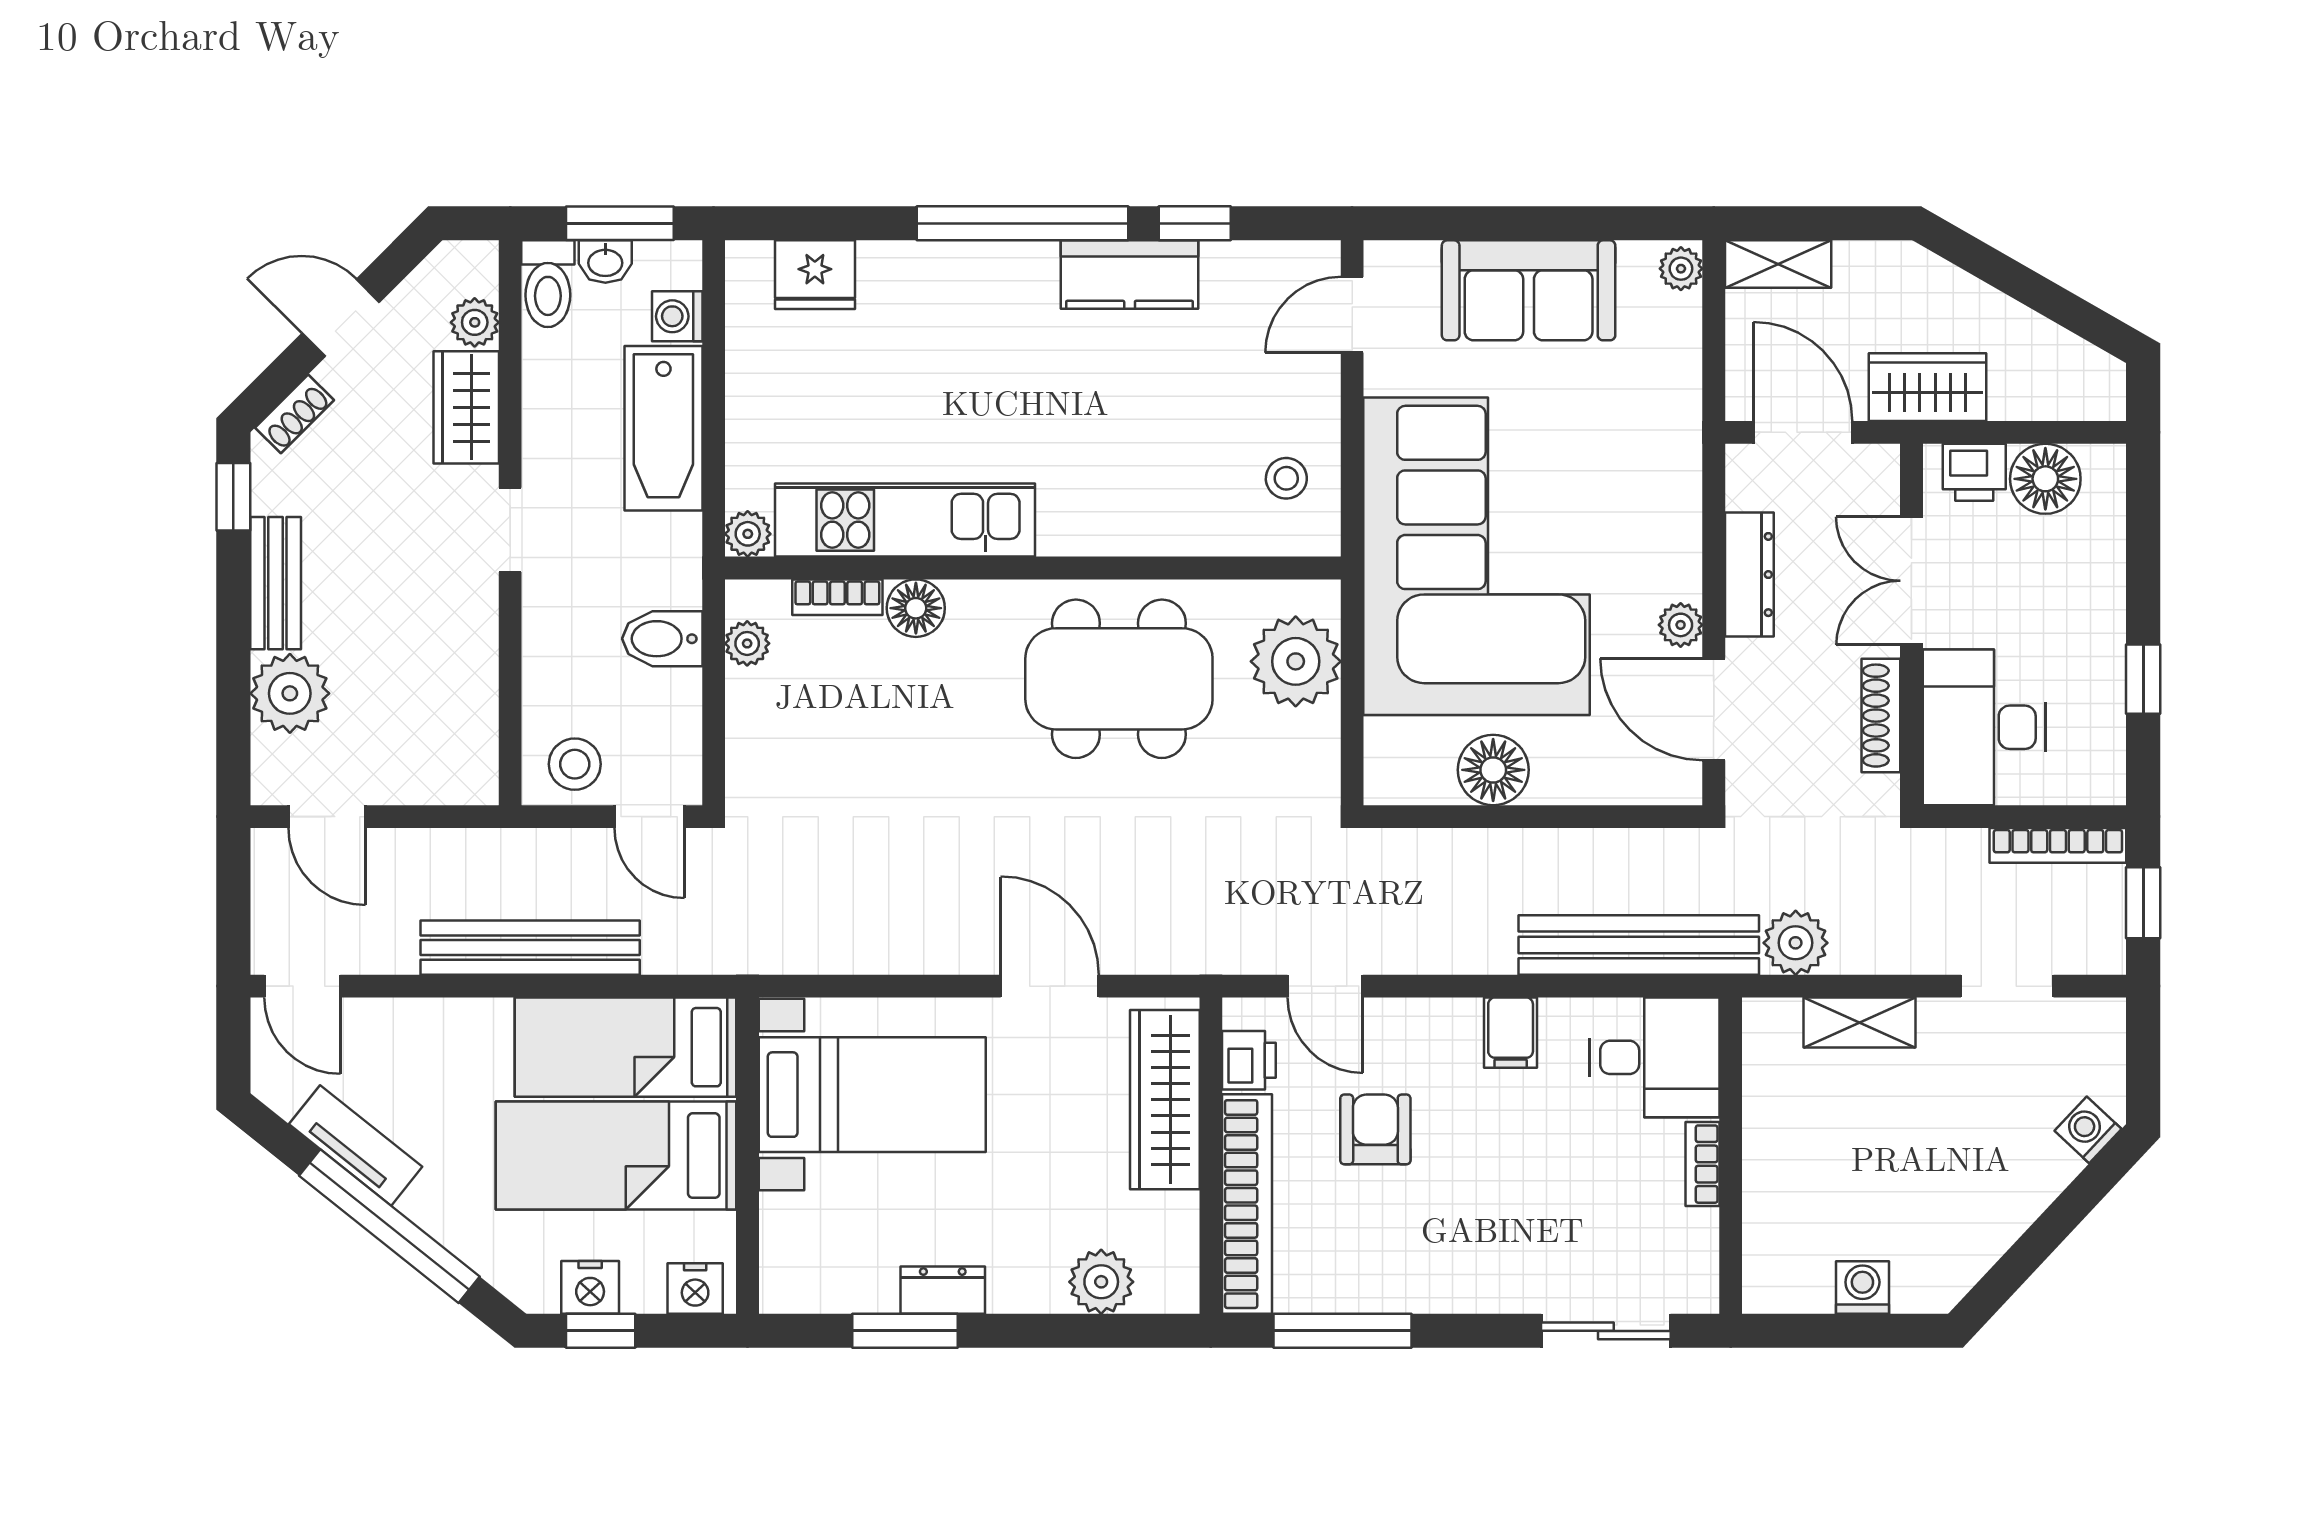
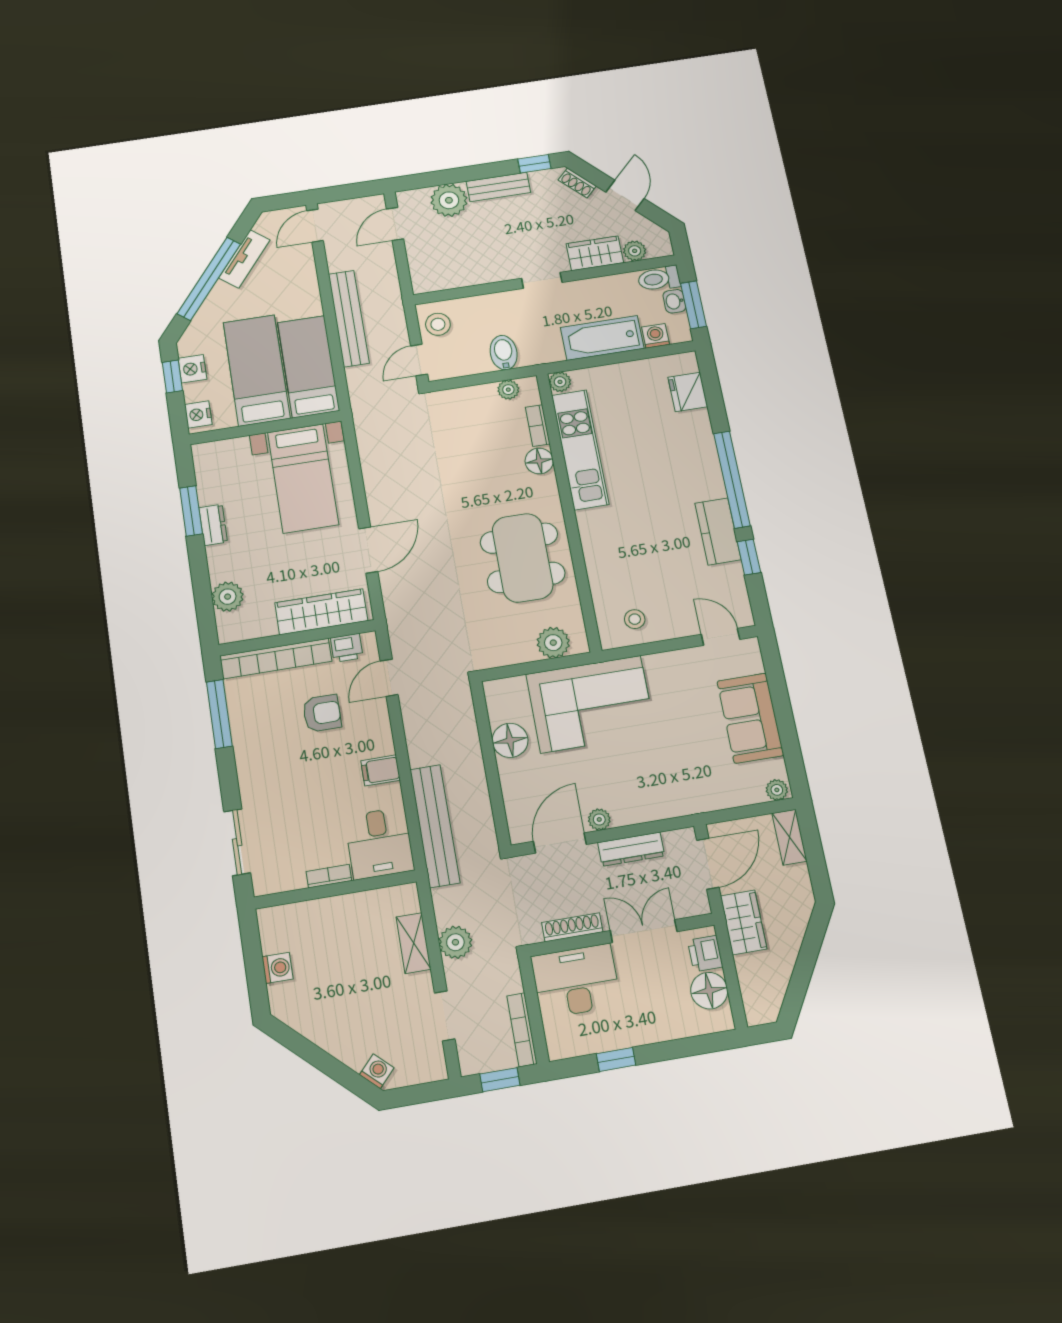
corner sofa: (1477, 556) -> (591, 704), width x0.73, depth x0.74
plant: (1296, 661) -> (553, 643), width x0.73, depth x0.73
plant: (1796, 943) -> (455, 942), moved

